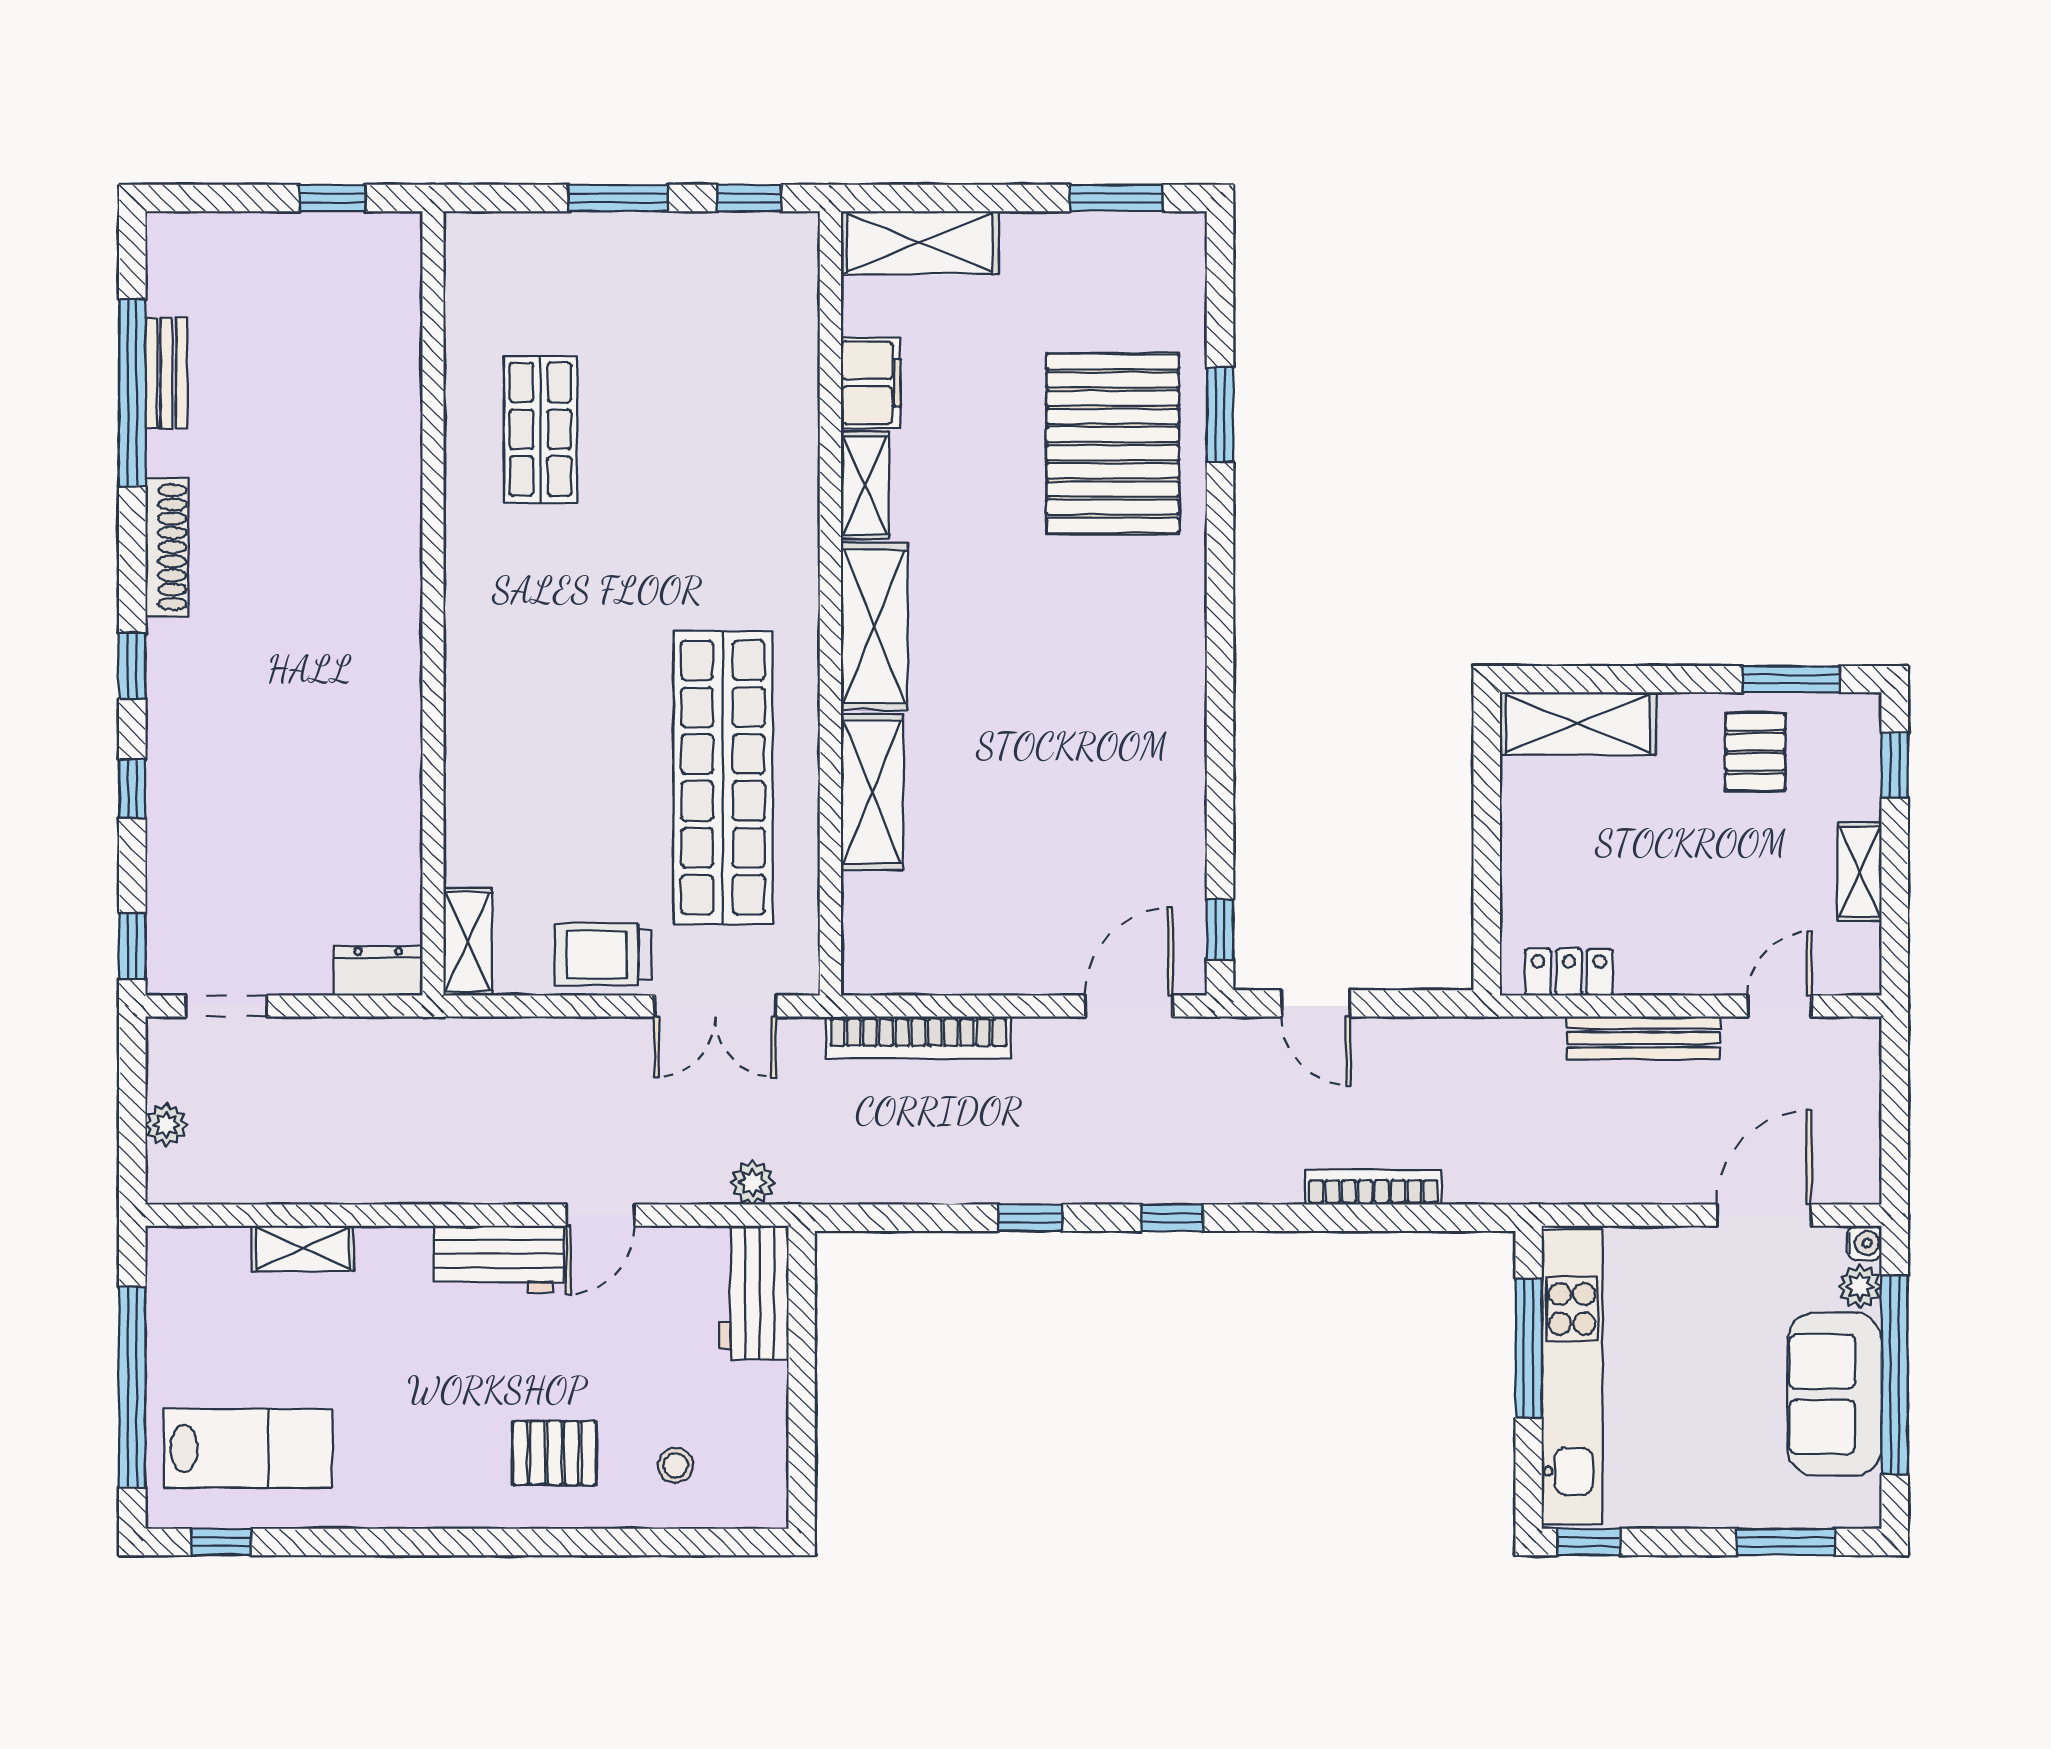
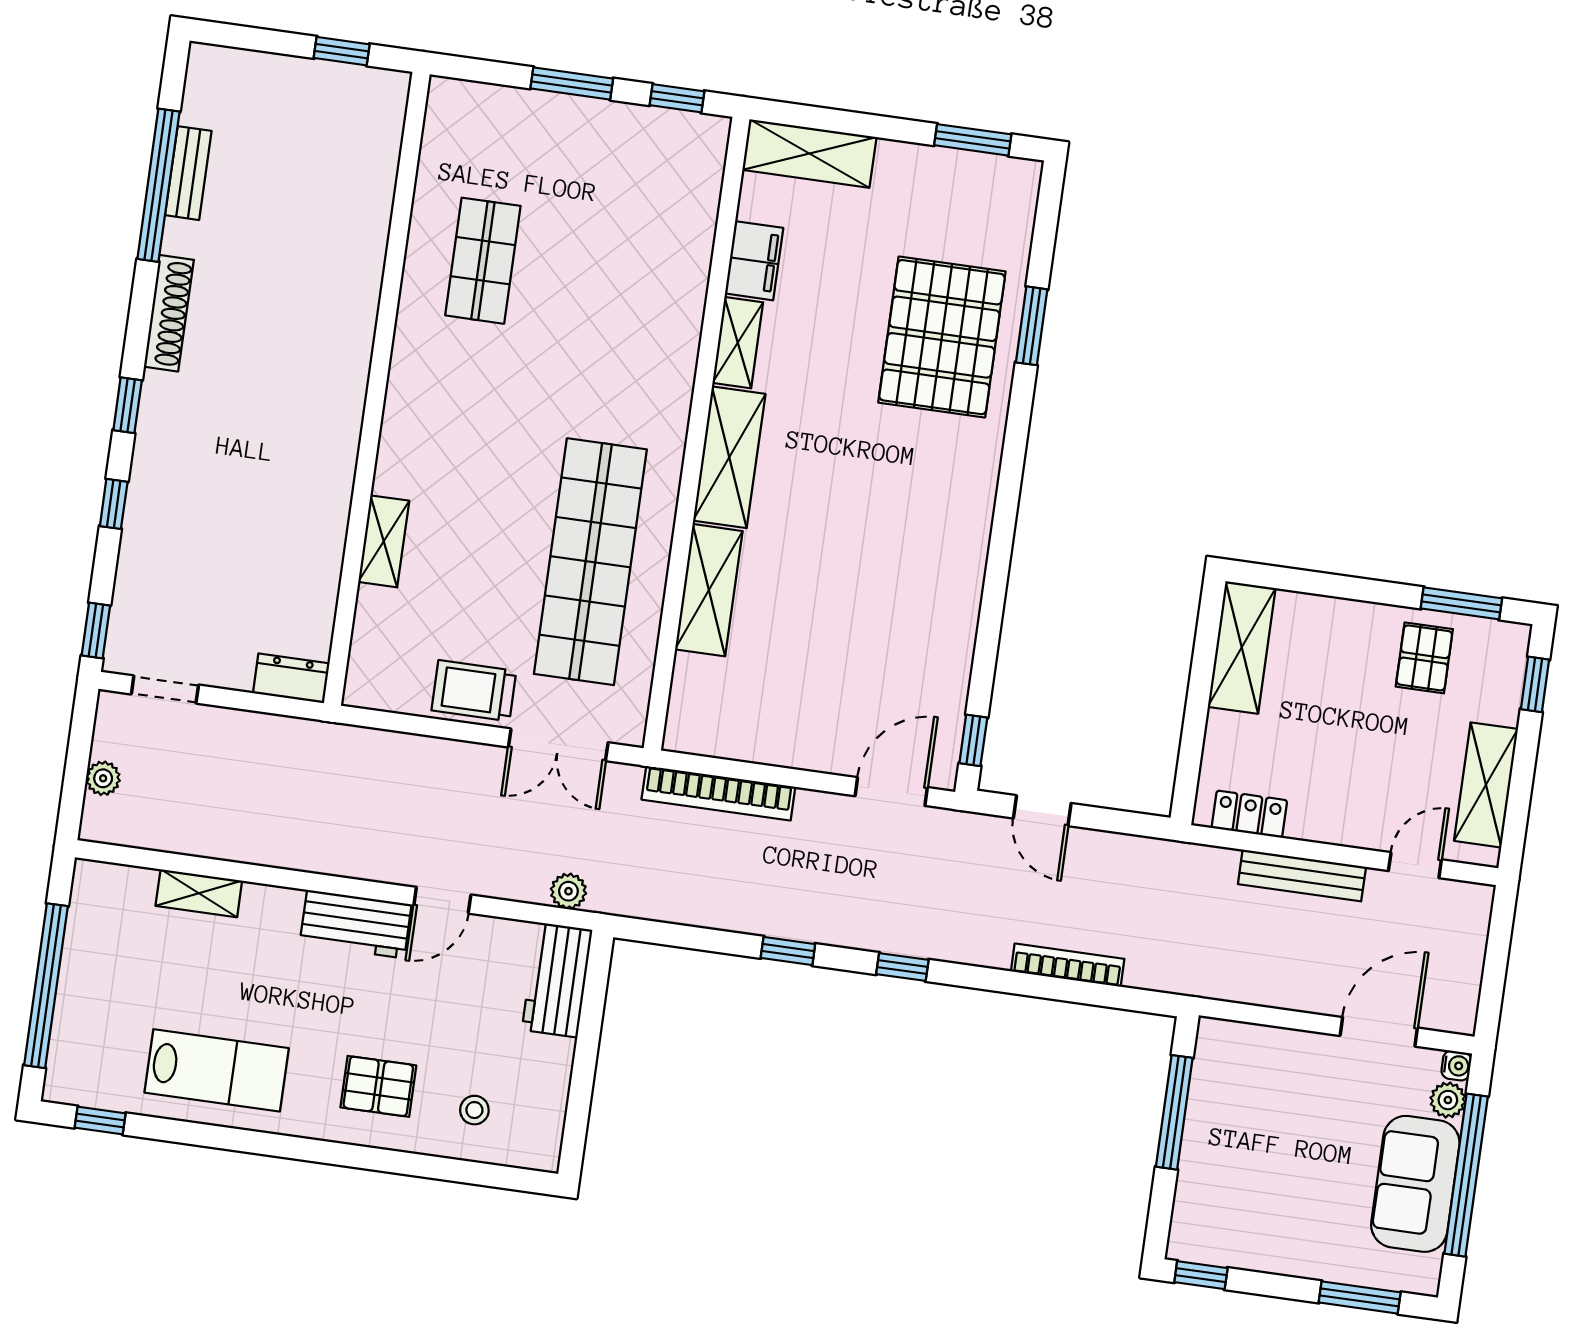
shelving: (1578, 723) -> (1242, 647), moved, turned 90
shelving: (1860, 872) -> (1486, 785), width x1.50, depth x1.33
shelving: (468, 942) -> (384, 541), moved
kitchen unit: (1572, 1377) -> (1206, 1140), removed
lab bench: (248, 1448) -> (217, 1070), moved

